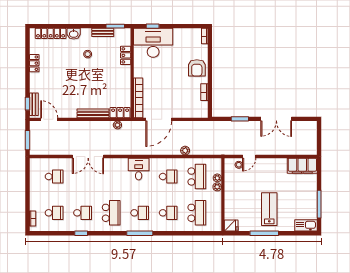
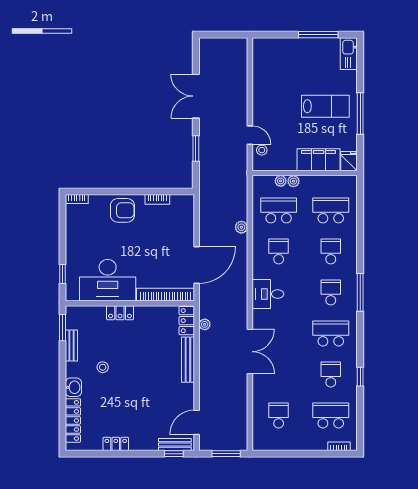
desk: (153, 43) -> (108, 280), moved, turned -90
locker: (126, 55) -> (120, 313), moved
door: (159, 119) -> (197, 265), hinge flipped
double door: (276, 119) -> (196, 96), swing flipped
double door: (88, 157) -> (250, 352), moved
filing cabinet: (302, 166) -> (319, 160), moved, turned -90
lab bench: (269, 209) -> (325, 106), turned 180
school desk: (54, 213) -> (331, 415), width x1.85

